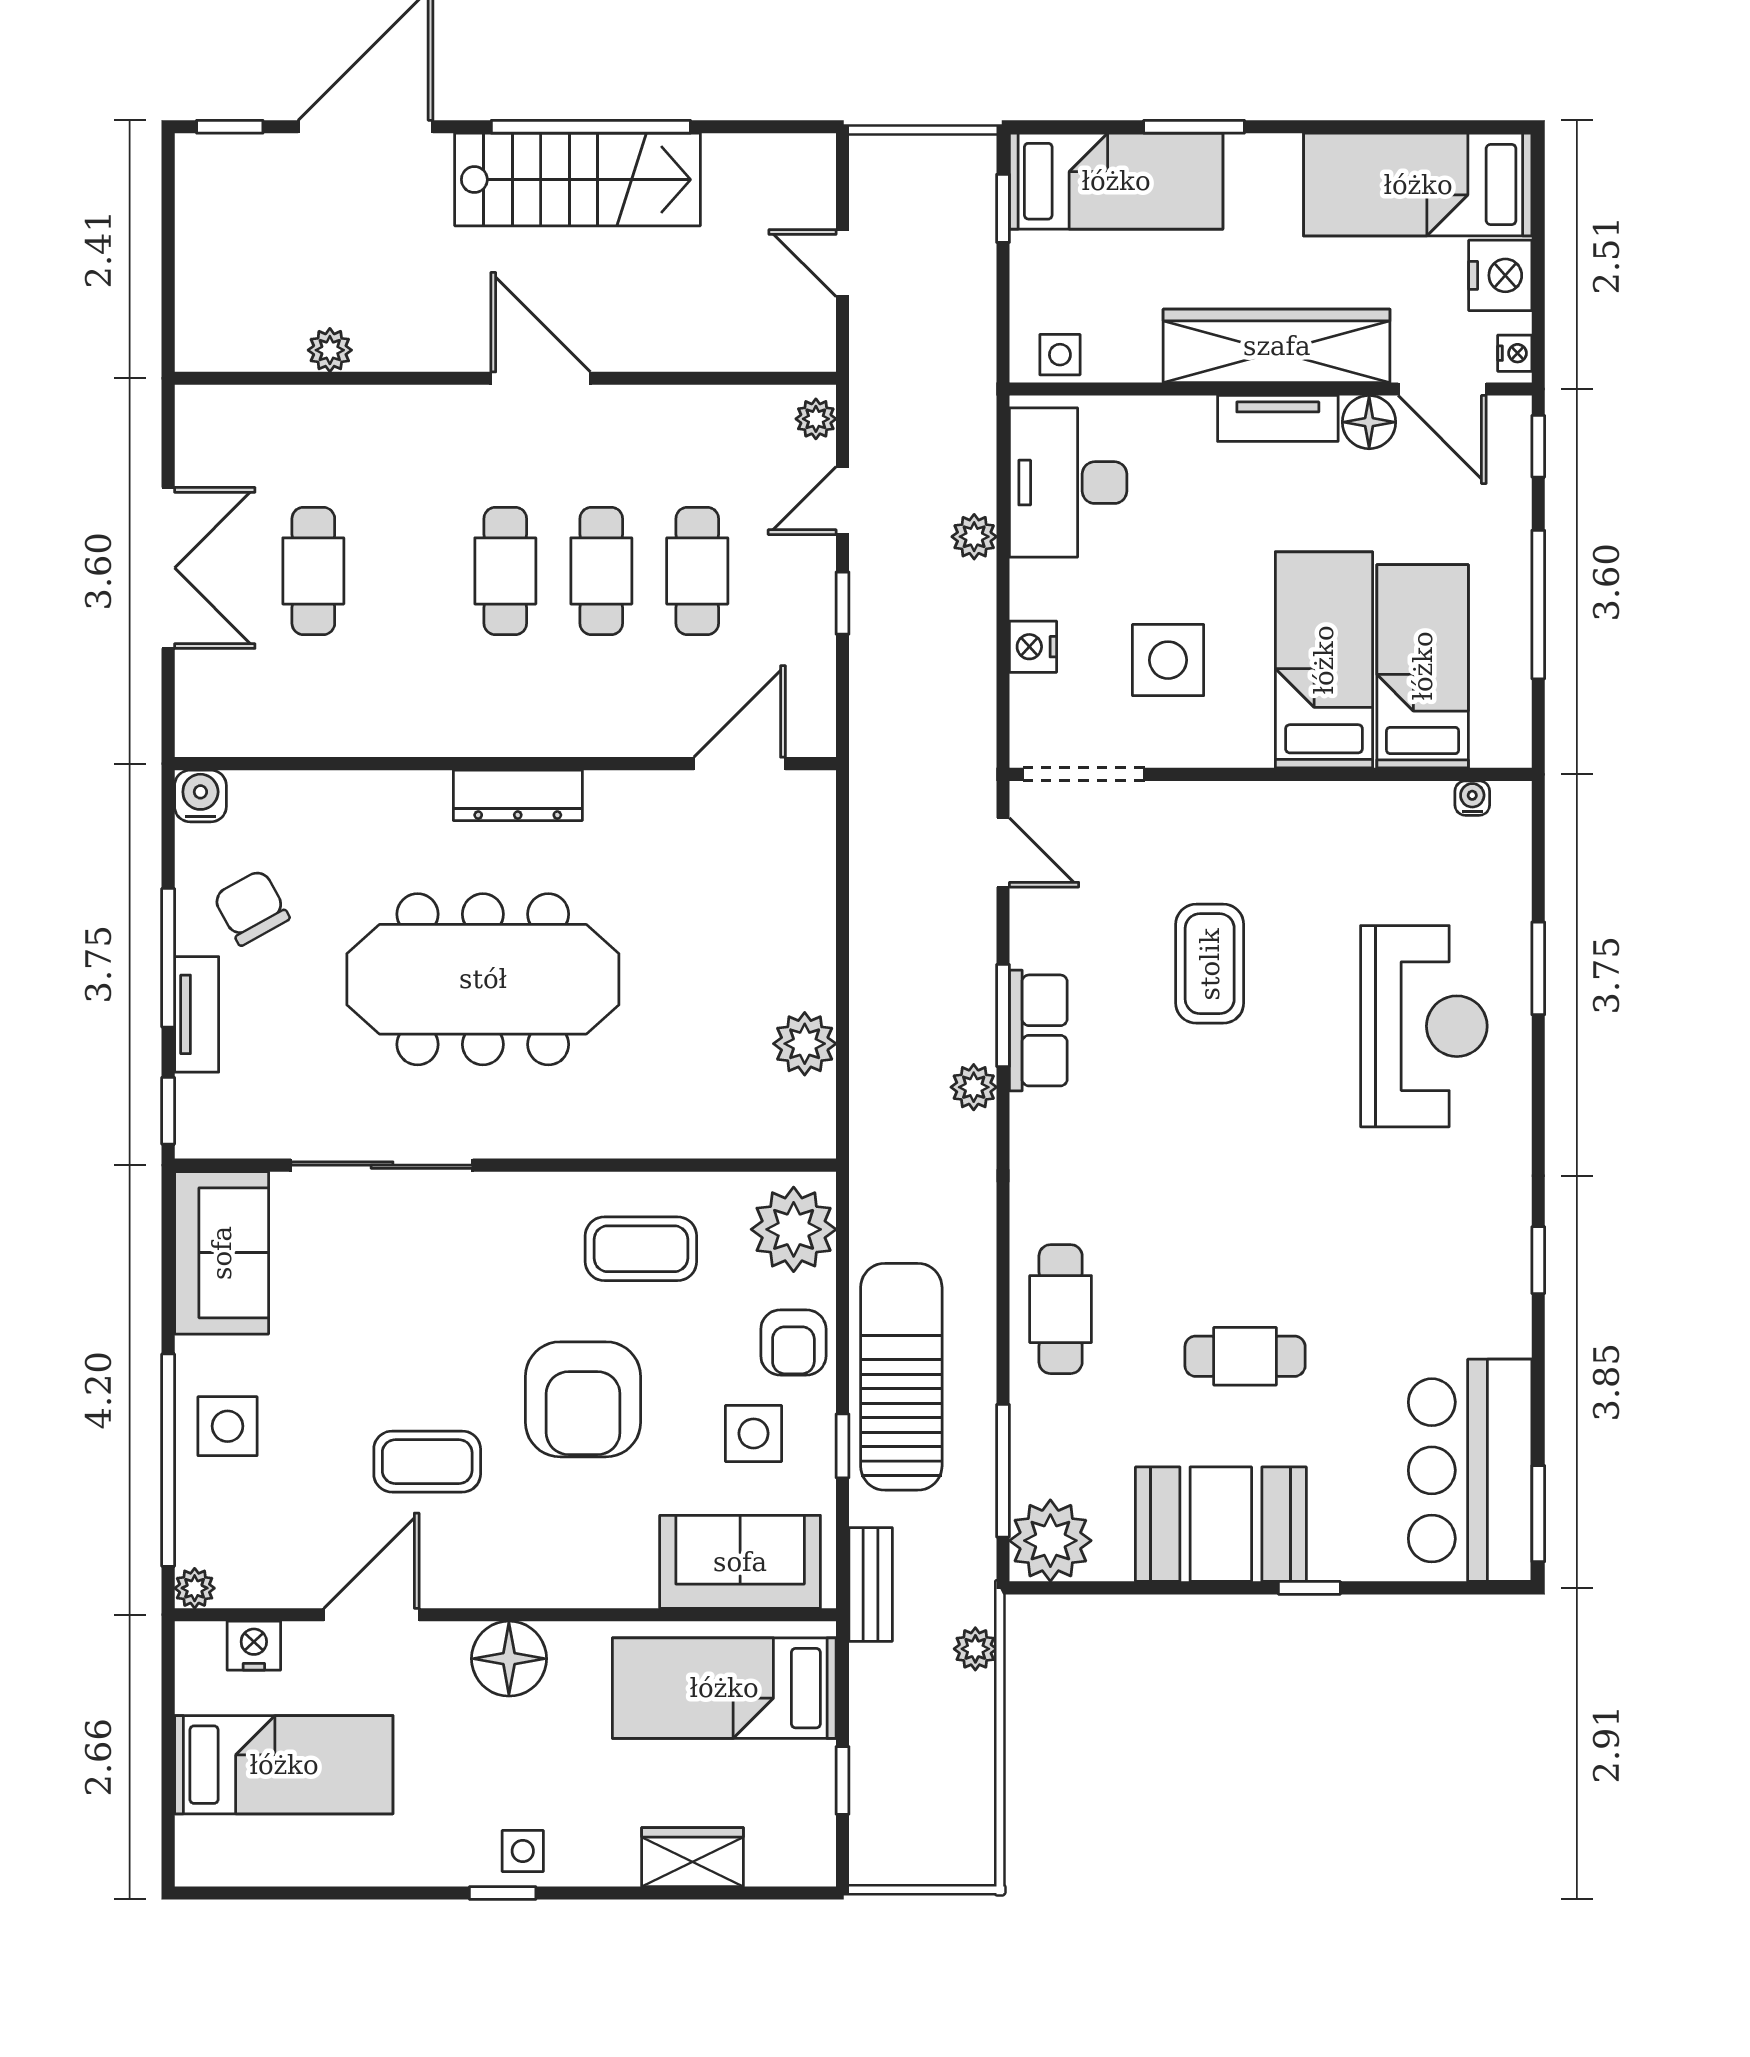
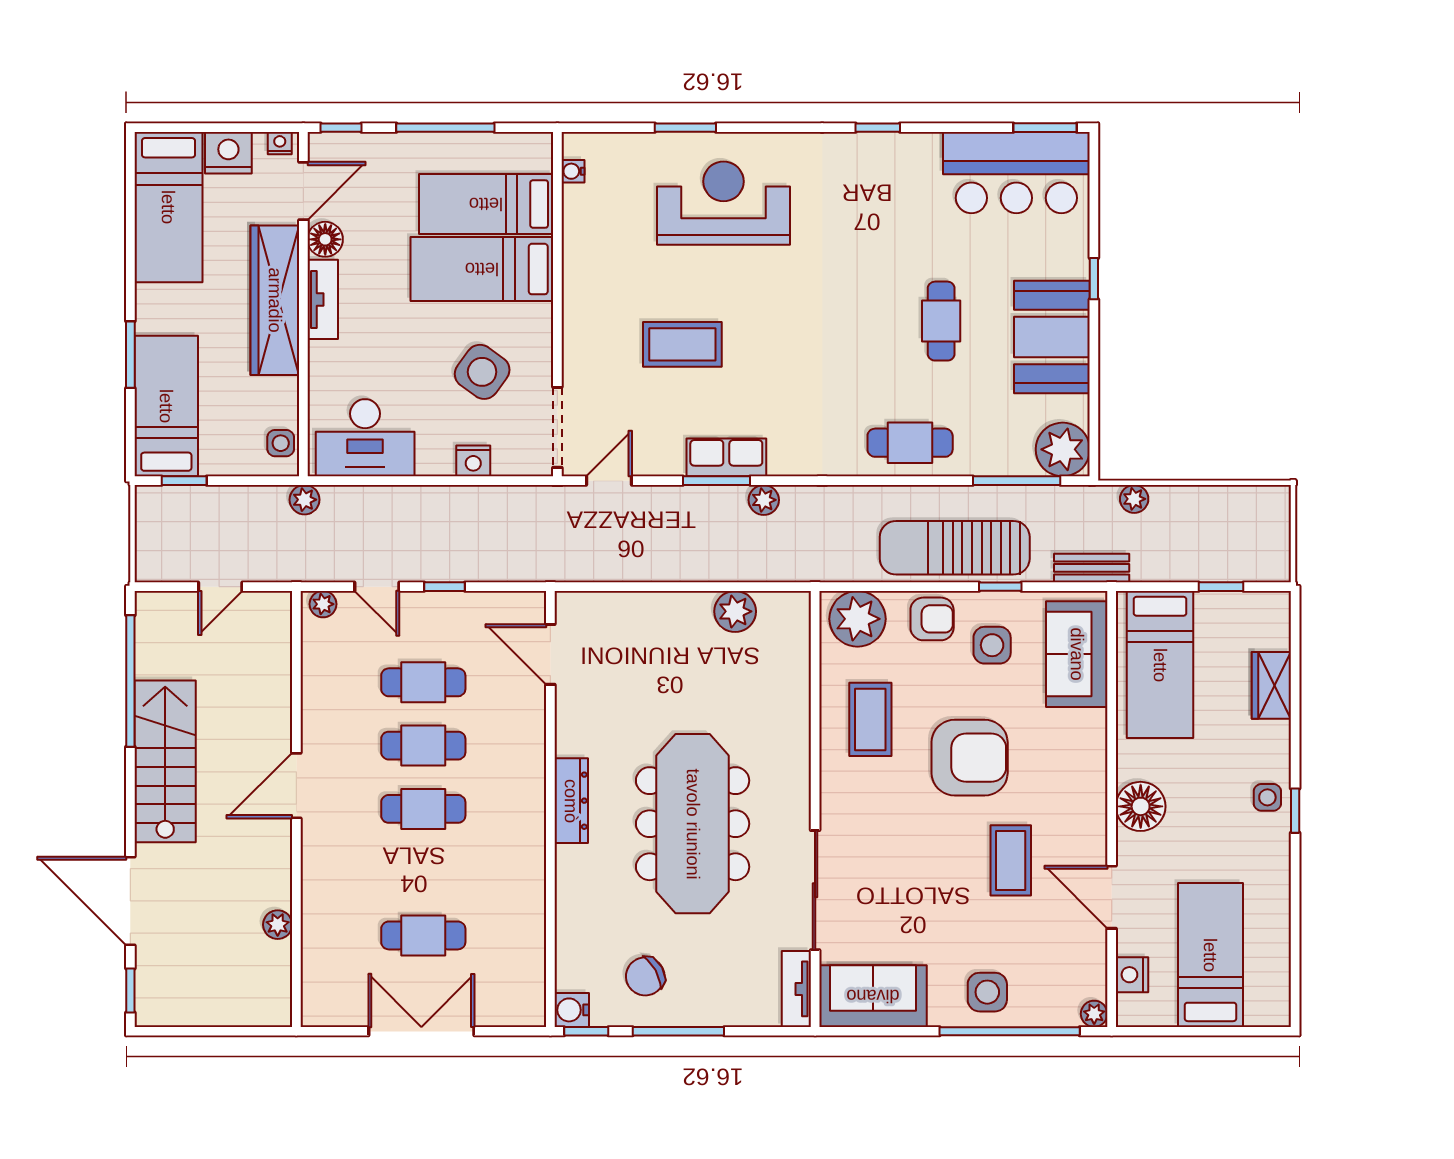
window: (591, 127) -> (130, 681), moved
plant: (974, 537) -> (305, 500), moved
side table: (1168, 660) -> (482, 372), turned 36
tv unit: (197, 1014) -> (796, 989), moved, turned -90
window: (168, 1111) -> (586, 1031), moved

